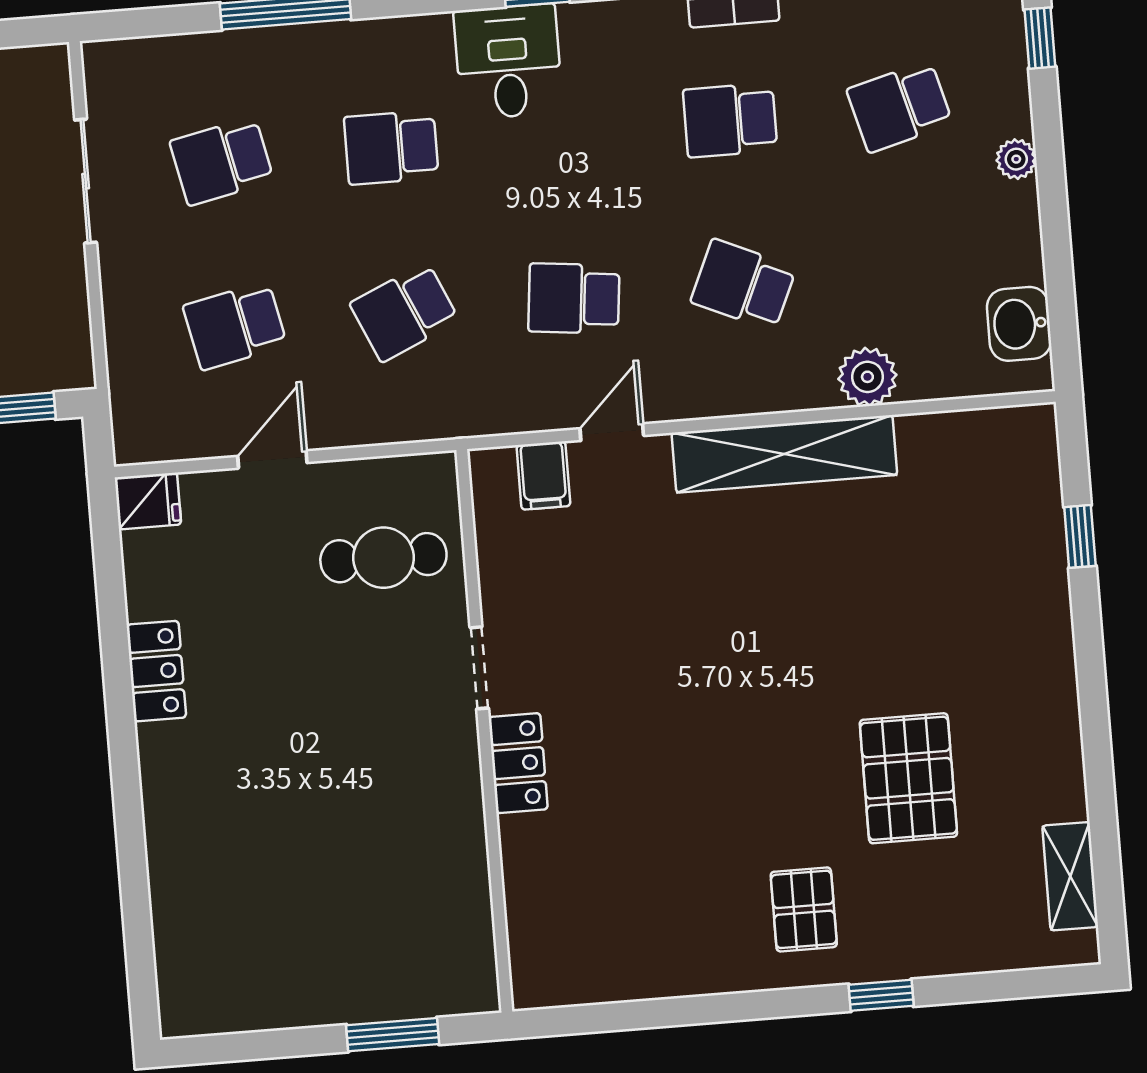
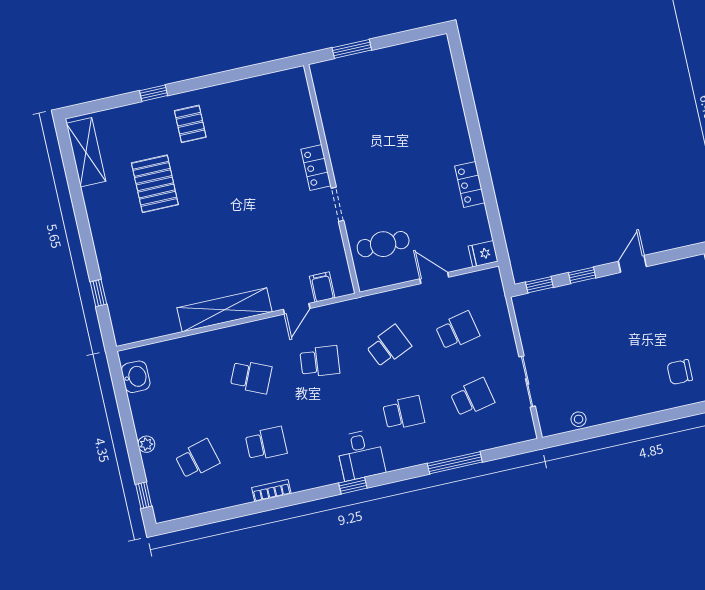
plant: (867, 377) -> (195, 346), removed
door: (272, 459) -> (434, 278), swing flipped
shelving: (1070, 876) -> (86, 152), width x1.50, depth x1.33

